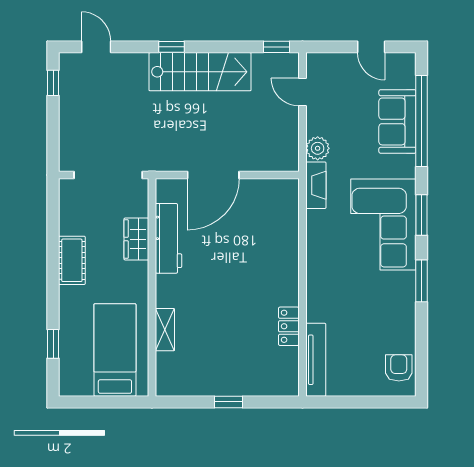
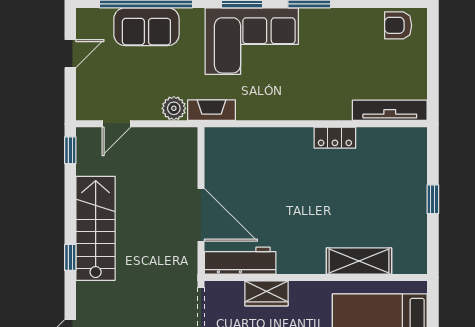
workbench: (168, 238) -> (240, 261), moved
locker: (289, 326) -> (335, 138), moved
shelving: (165, 330) -> (359, 261), width x1.50, depth x1.33

